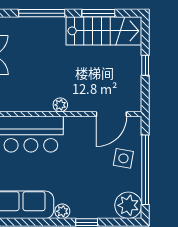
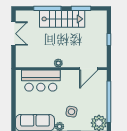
stairs: (104, 31) -> (62, 19), moved
side table: (123, 158) -> (72, 112), moved

